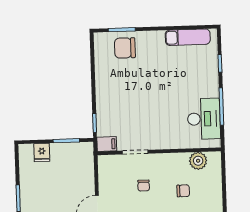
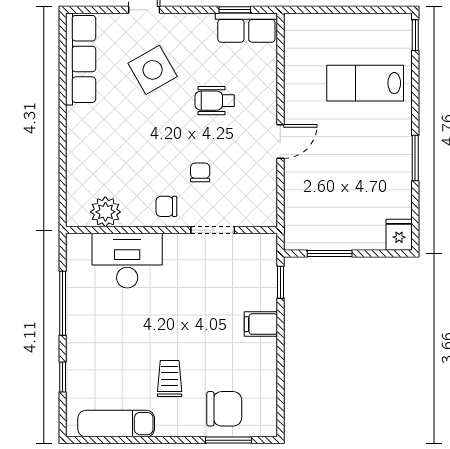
trolley: (157, 65) -> (170, 379), added
desk: (204, 119) -> (127, 261), moved, turned 90
filing cabinet: (107, 144) -> (261, 324), moved
fridge: (42, 152) -> (399, 235), moved
chair: (183, 191) -> (166, 206), moved

